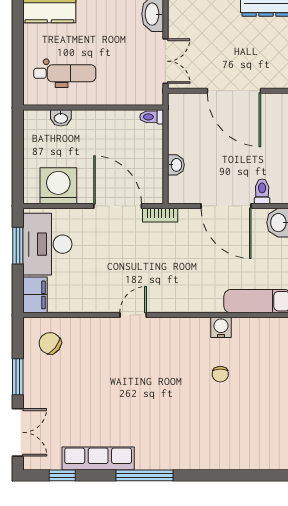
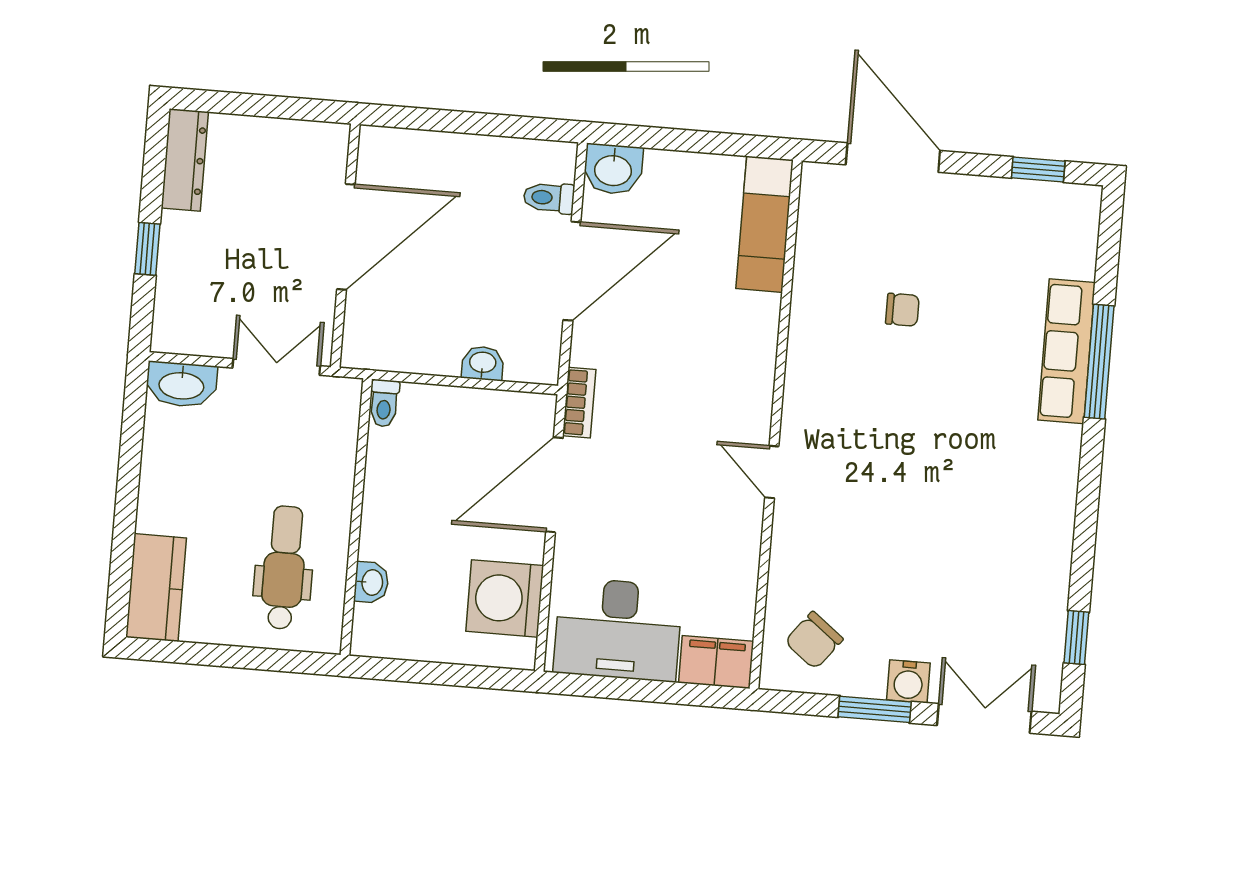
window: (18, 246) -> (616, 688), removed
water cooler: (221, 327) -> (908, 681), moved, turned -90
row of seats: (98, 459) -> (1066, 351), moved
window: (145, 475) -> (1099, 362), moved

